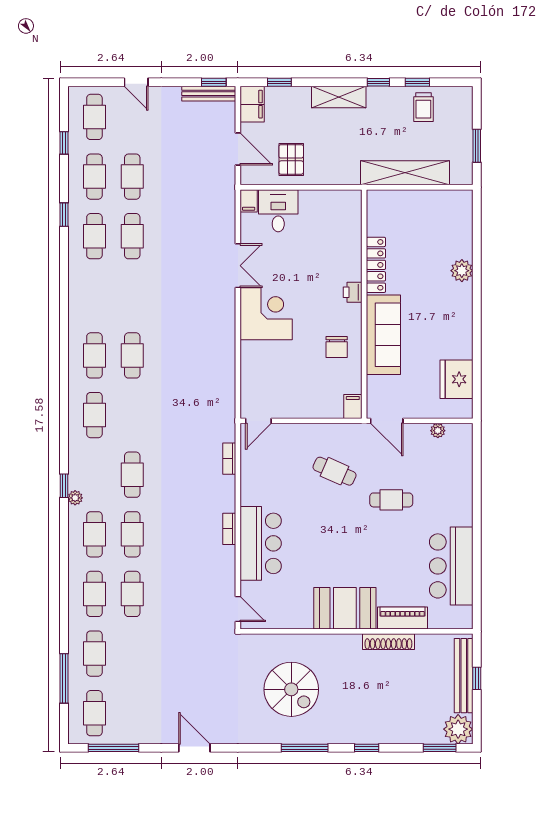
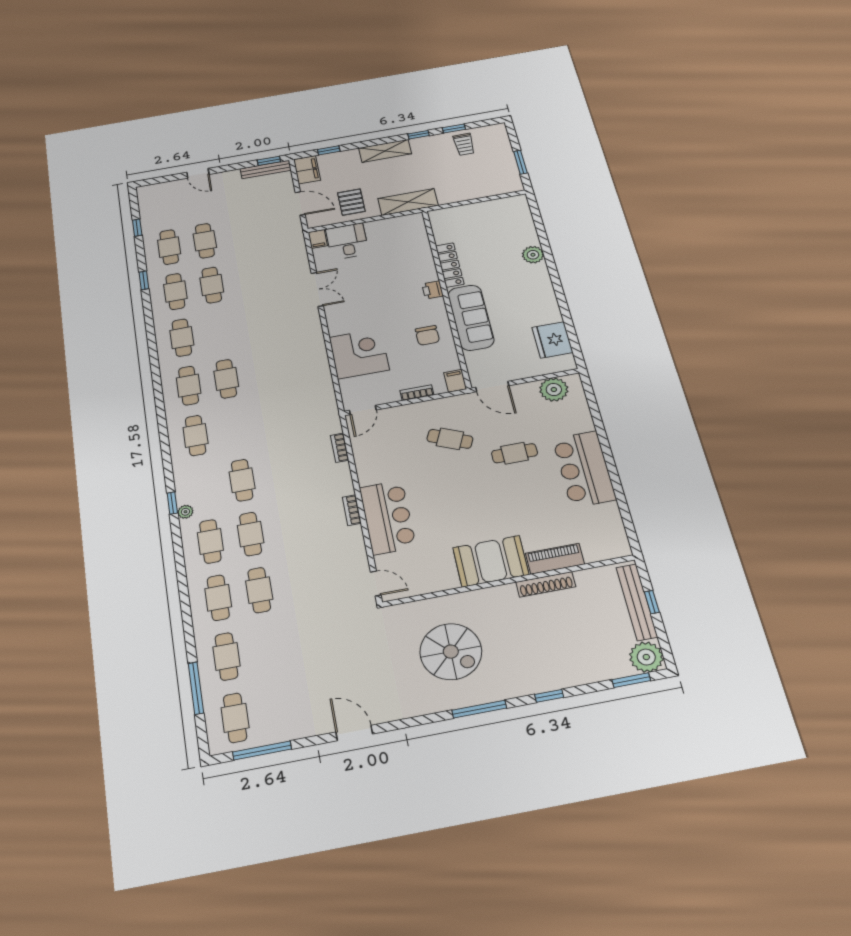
cafe table: (94, 117) -> (182, 338), moved
shelving: (405, 173) -> (408, 202), moved, width x0.68
corner desk: (266, 314) -> (359, 354), moved
bookcase: (314, 412) -> (417, 393), added
plant: (438, 431) -> (554, 390), width x1.87, depth x1.87
bar counter: (451, 566) -> (584, 469), moved

